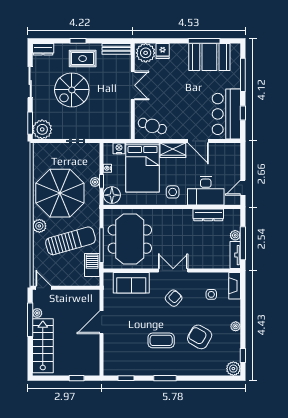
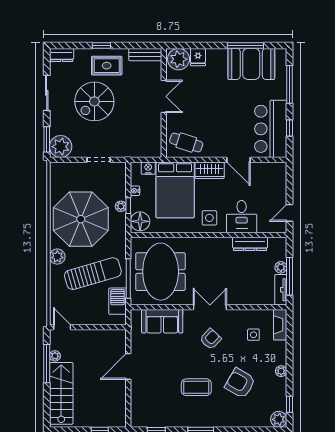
desk: (206, 191) -> (242, 217), width x0.73

